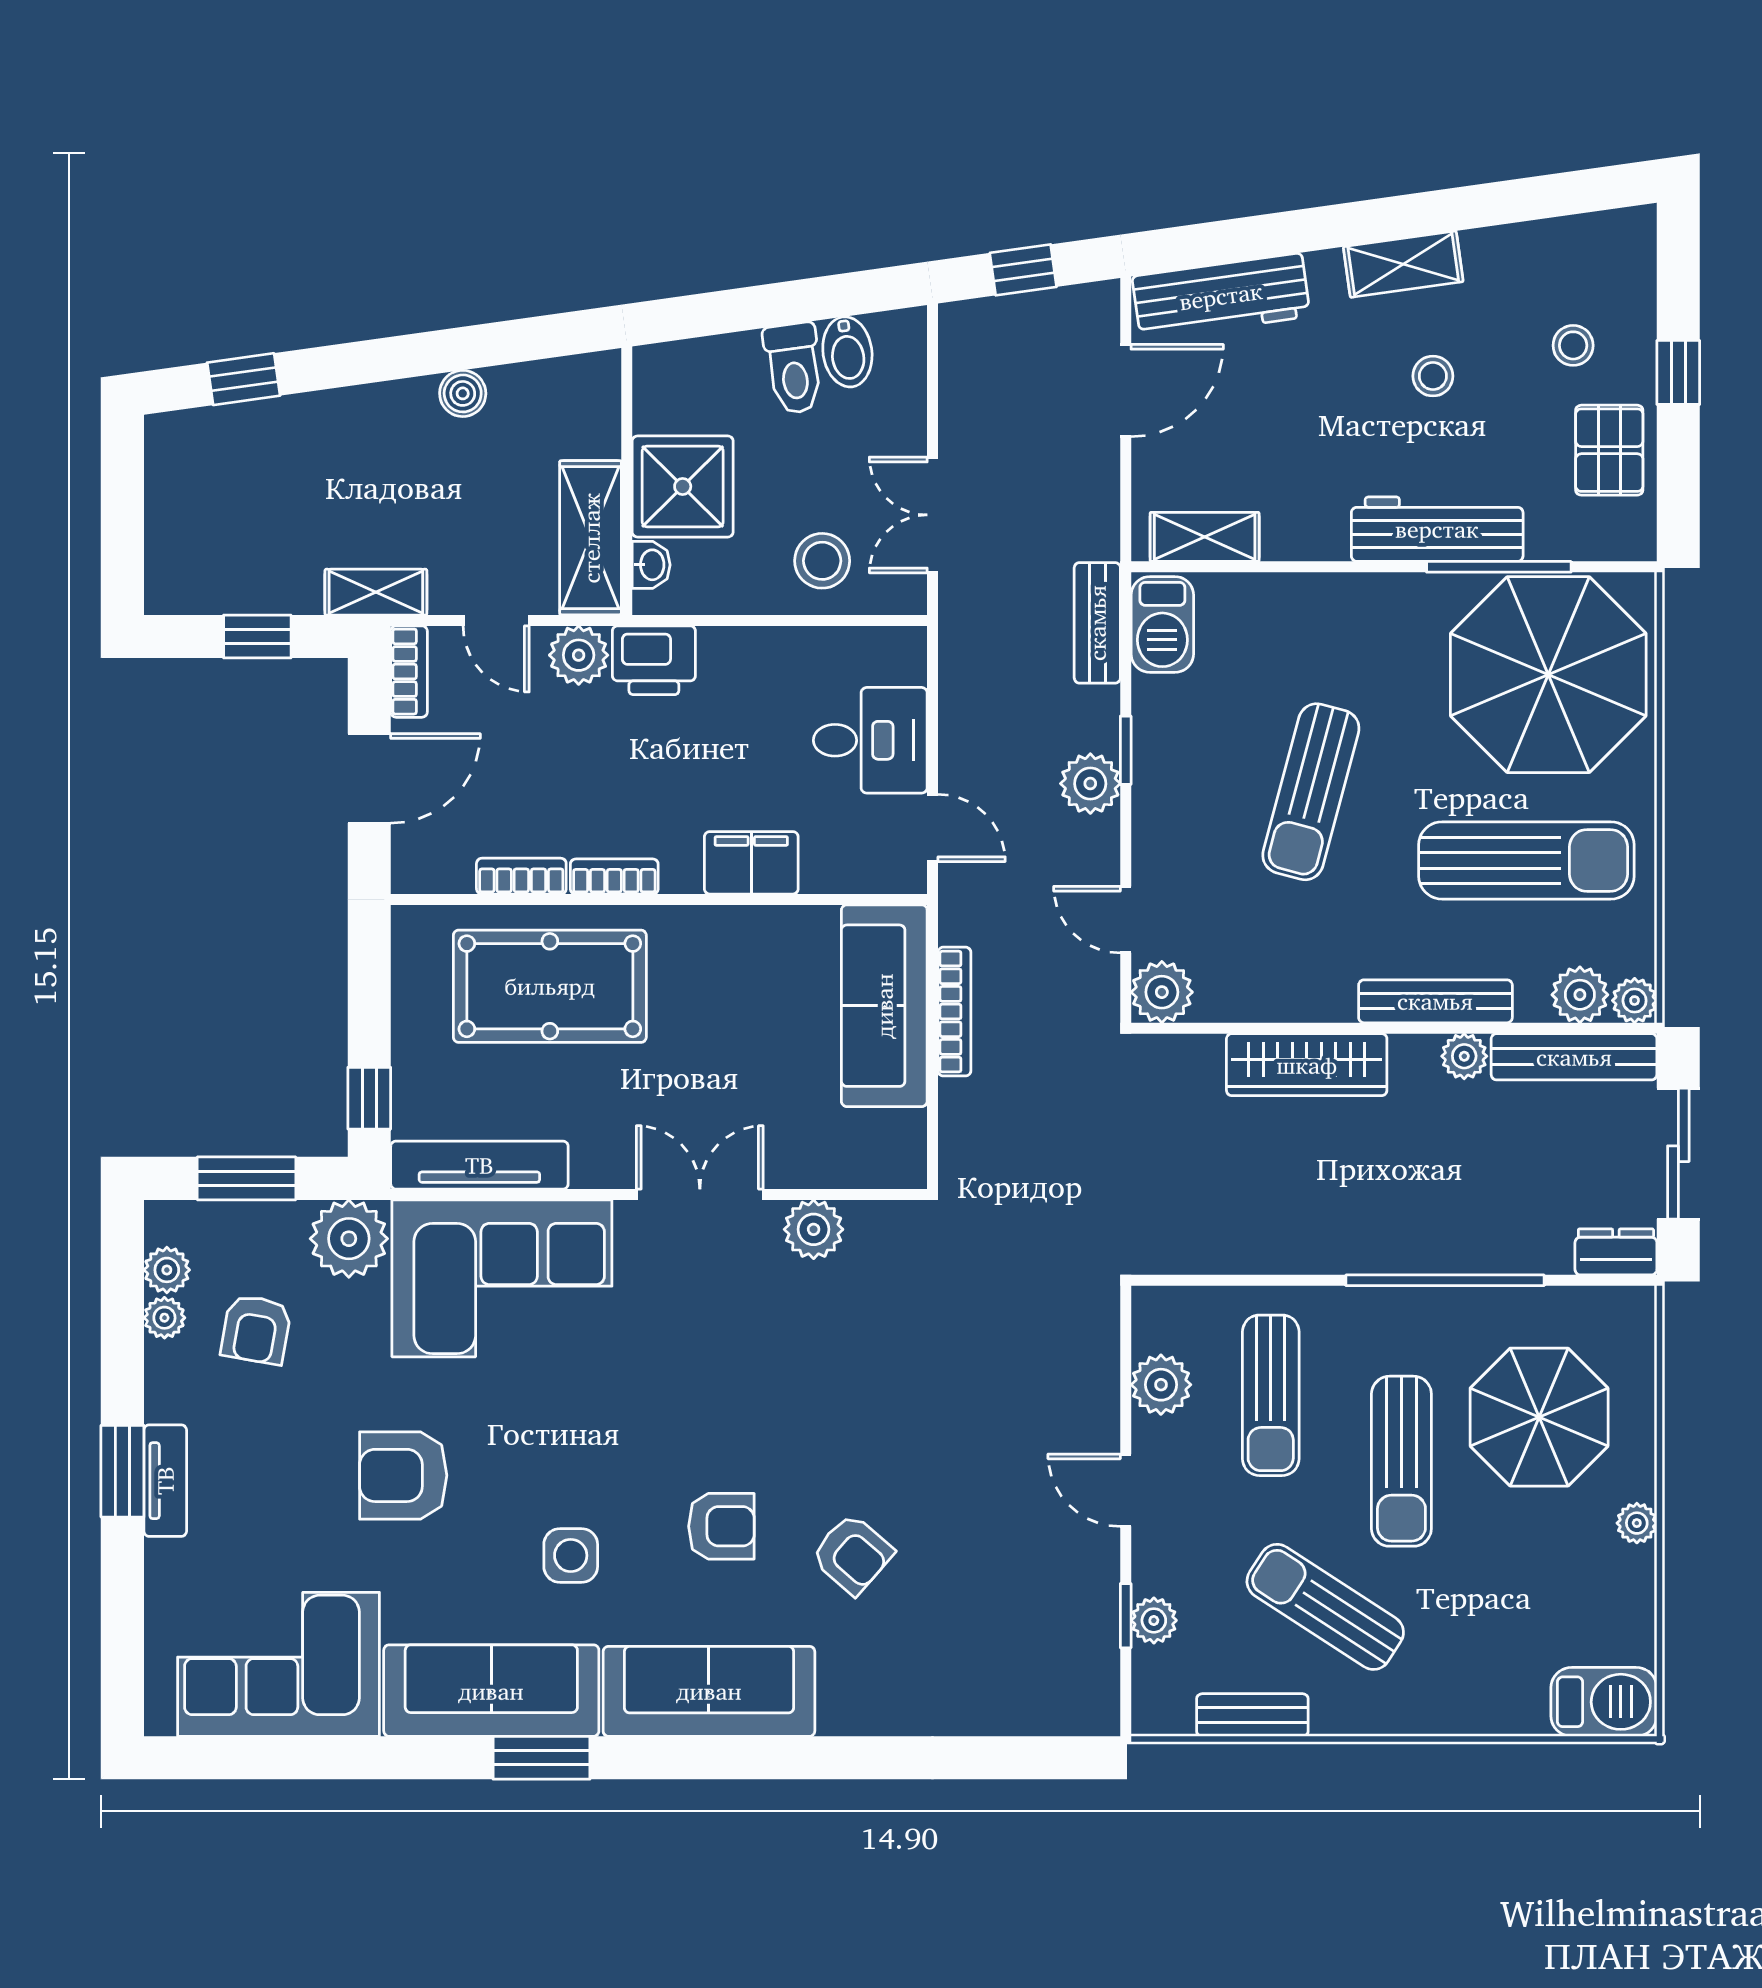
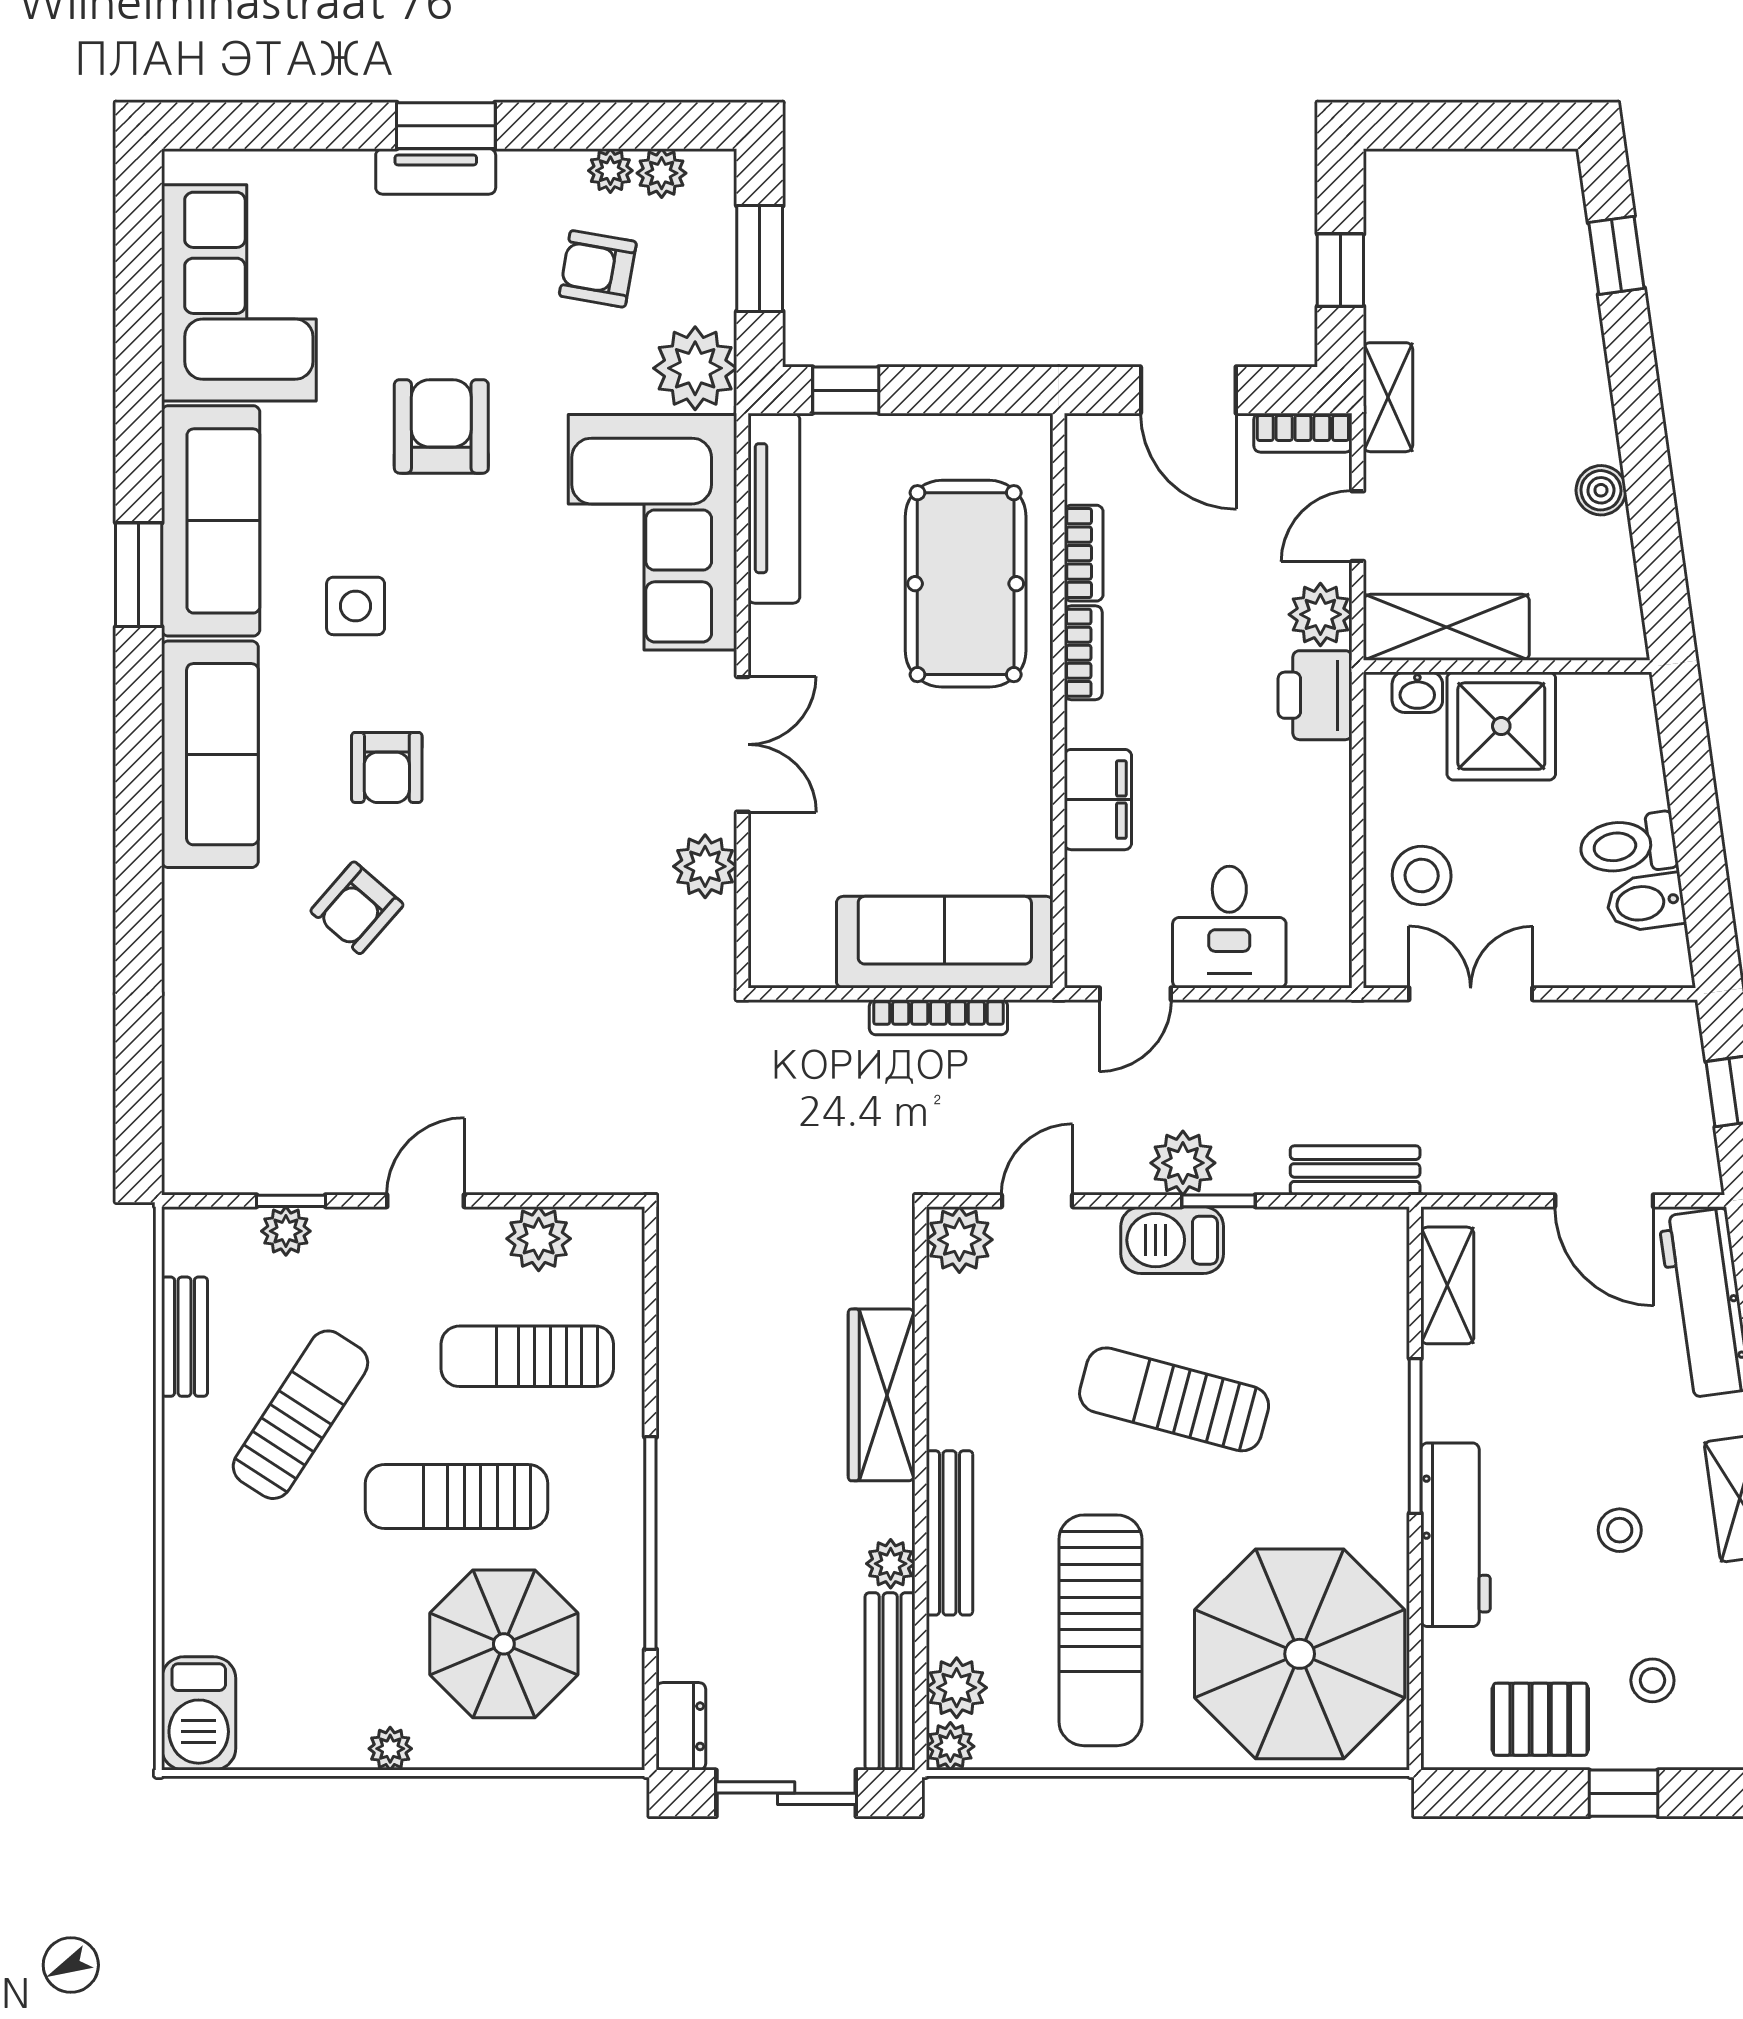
window: (1499, 567) -> (1415, 1436), moved
barbecue: (1162, 624) -> (1172, 1240), moved

